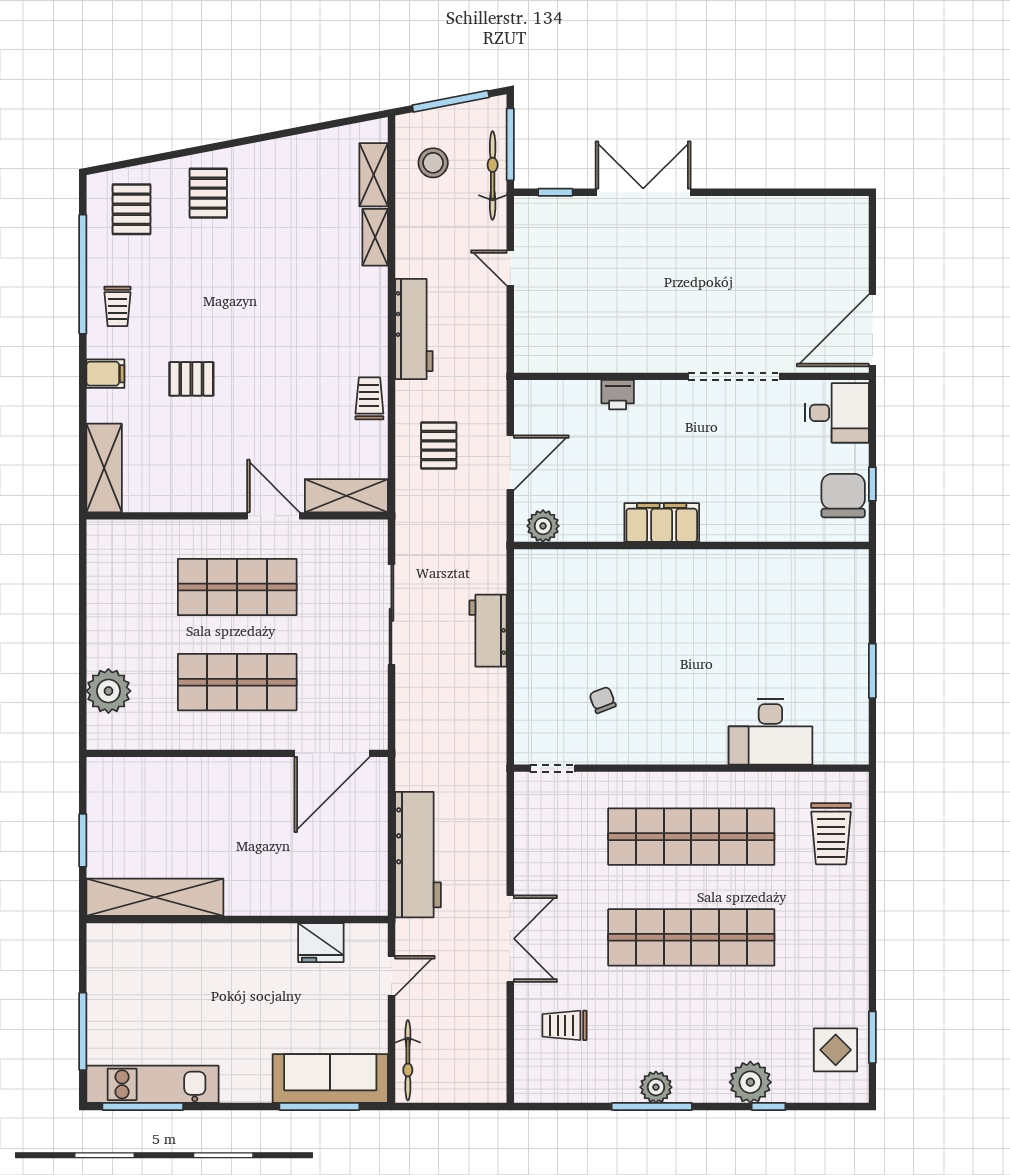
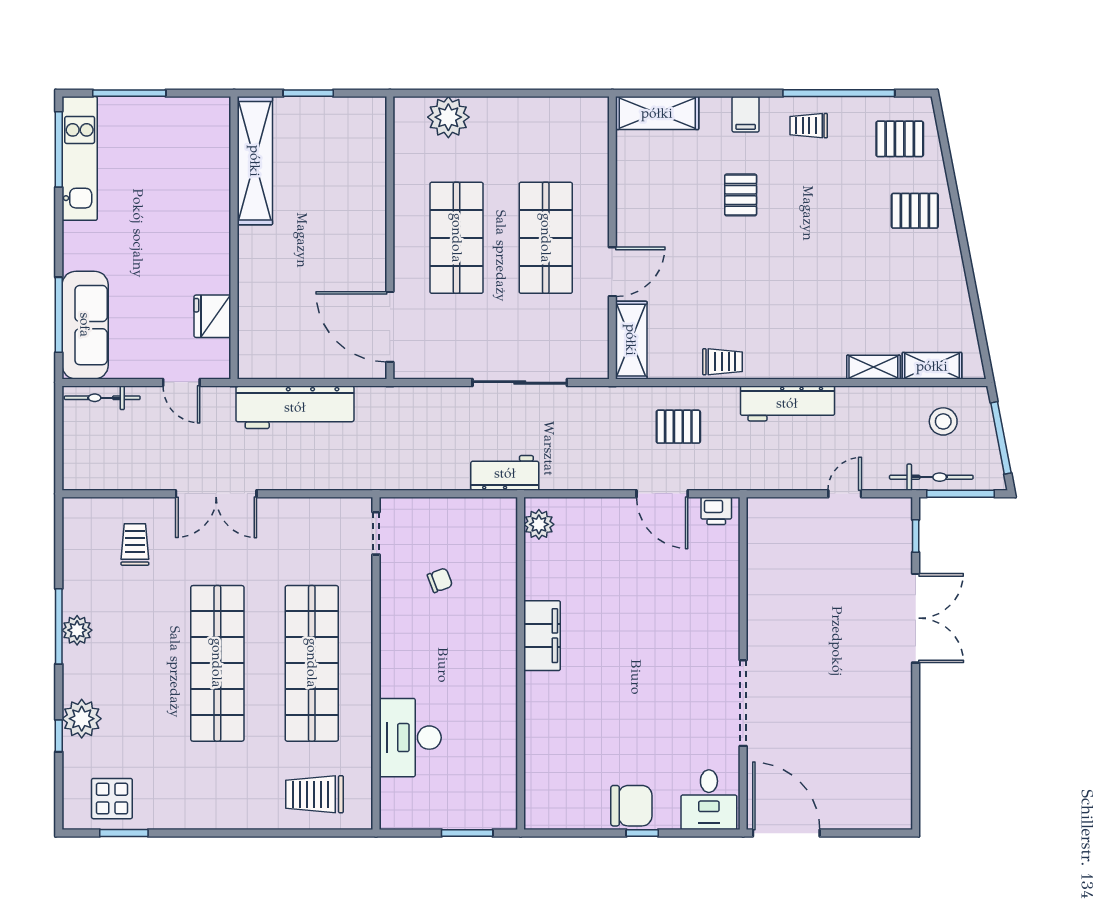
printer: (618, 395) -> (716, 511), moved, turned -90
filing cabinet: (662, 523) -> (542, 636), moved
plant: (543, 526) -> (539, 524), moved
wall: (691, 546) -> (521, 663), moved

